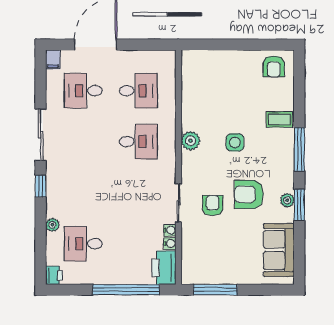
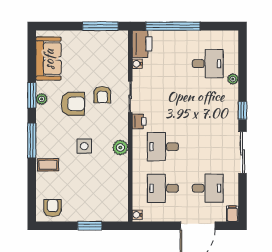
window: (228, 45) -> (90, 226), added
water cooler: (170, 230) -> (137, 215), moved
printer: (54, 275) -> (139, 121), moved, turned 180

